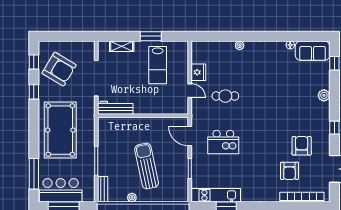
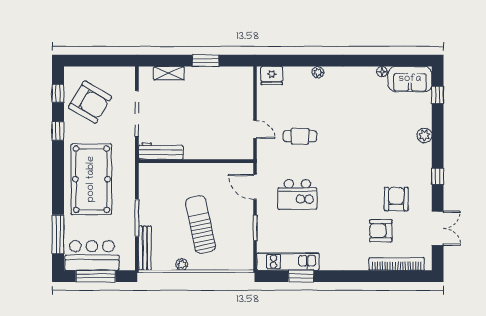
lab bench: (158, 65) -> (214, 97), removed
fridge: (198, 72) -> (272, 76), moved, turned 90
armchair: (289, 171) -> (381, 231), turned 90
bench: (103, 189) -> (145, 248), width x1.36

